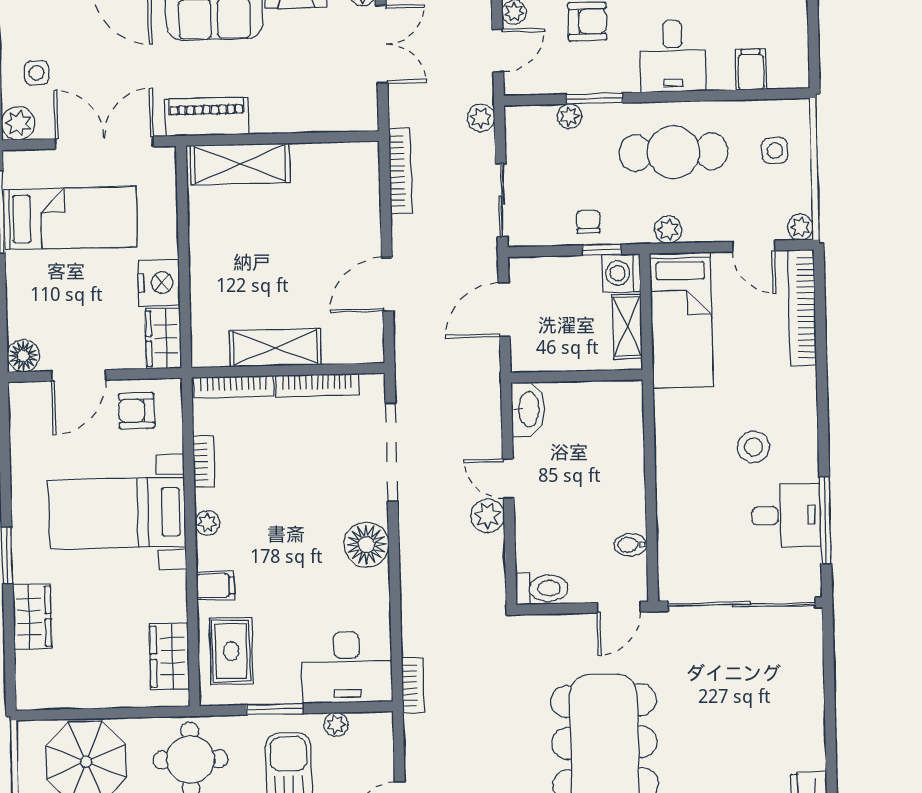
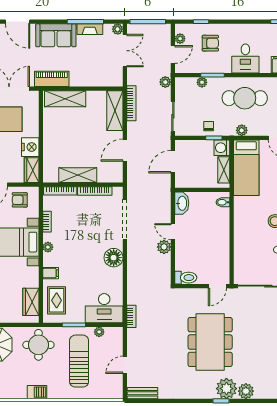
shelving: (361, 190) -> (115, 111), added
bidet: (630, 545) -> (223, 202), moved

